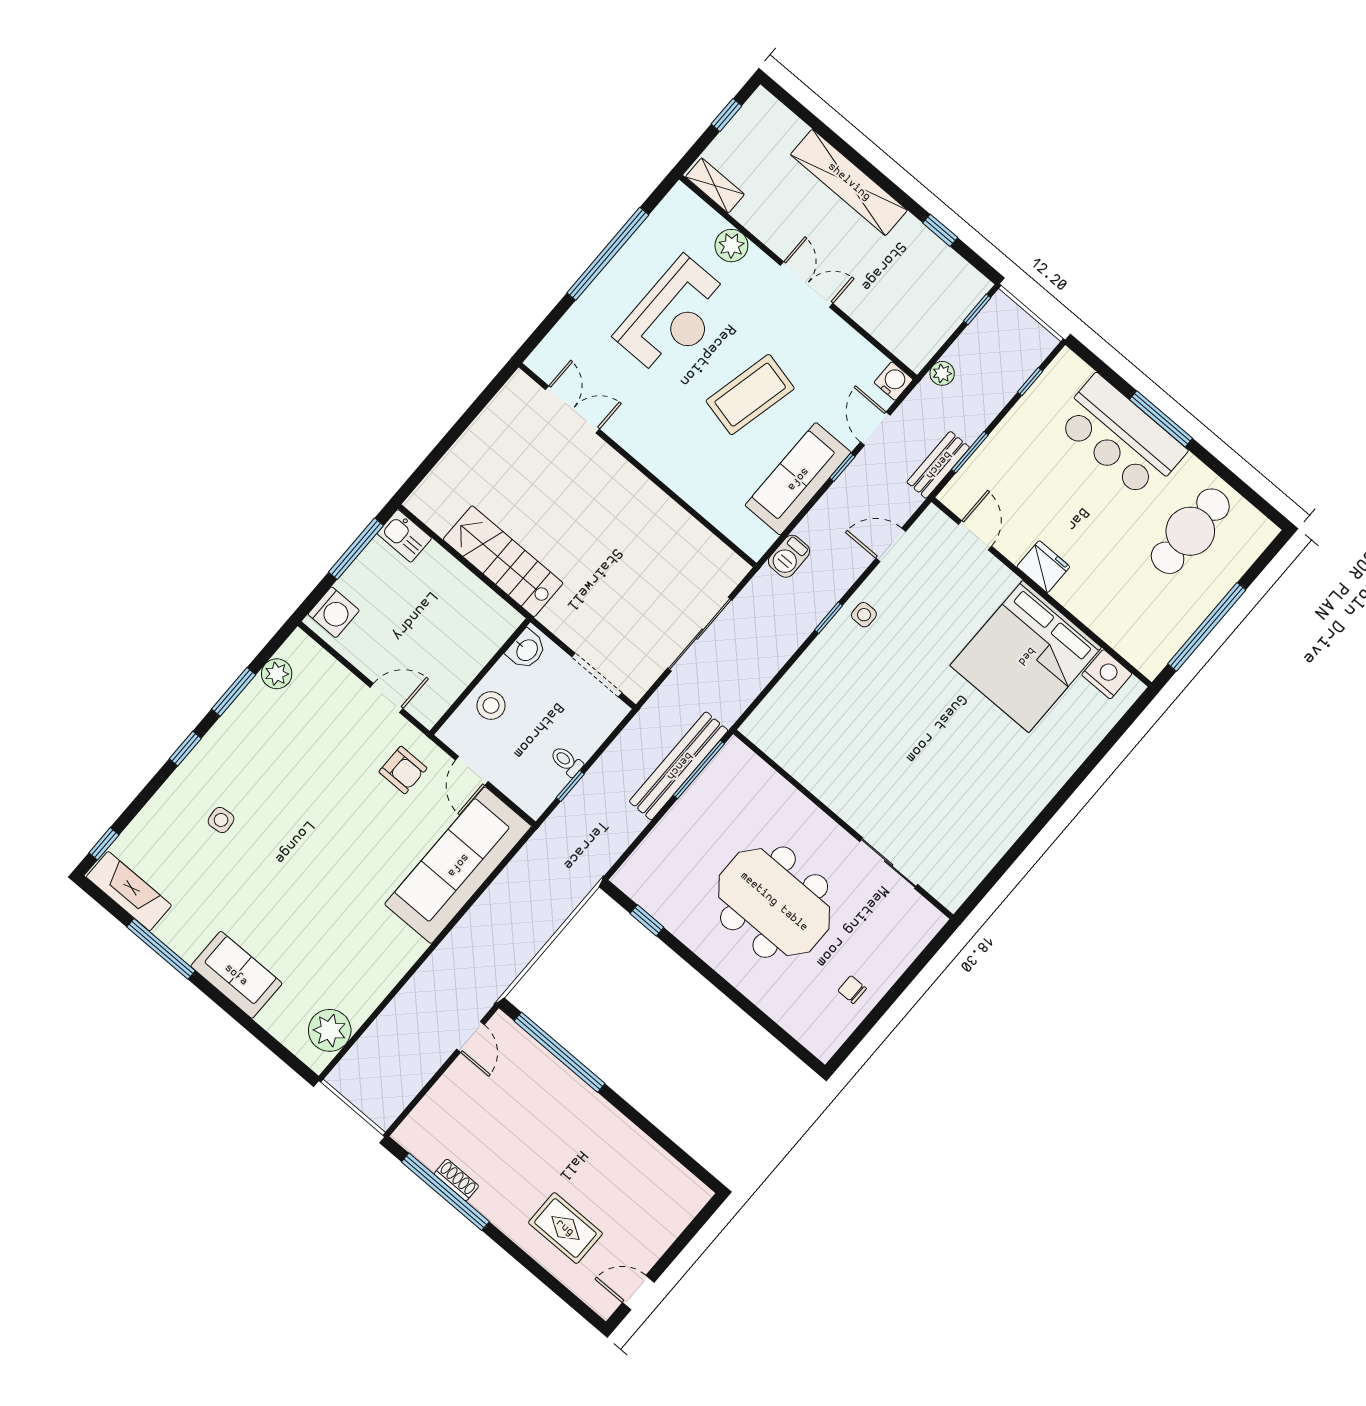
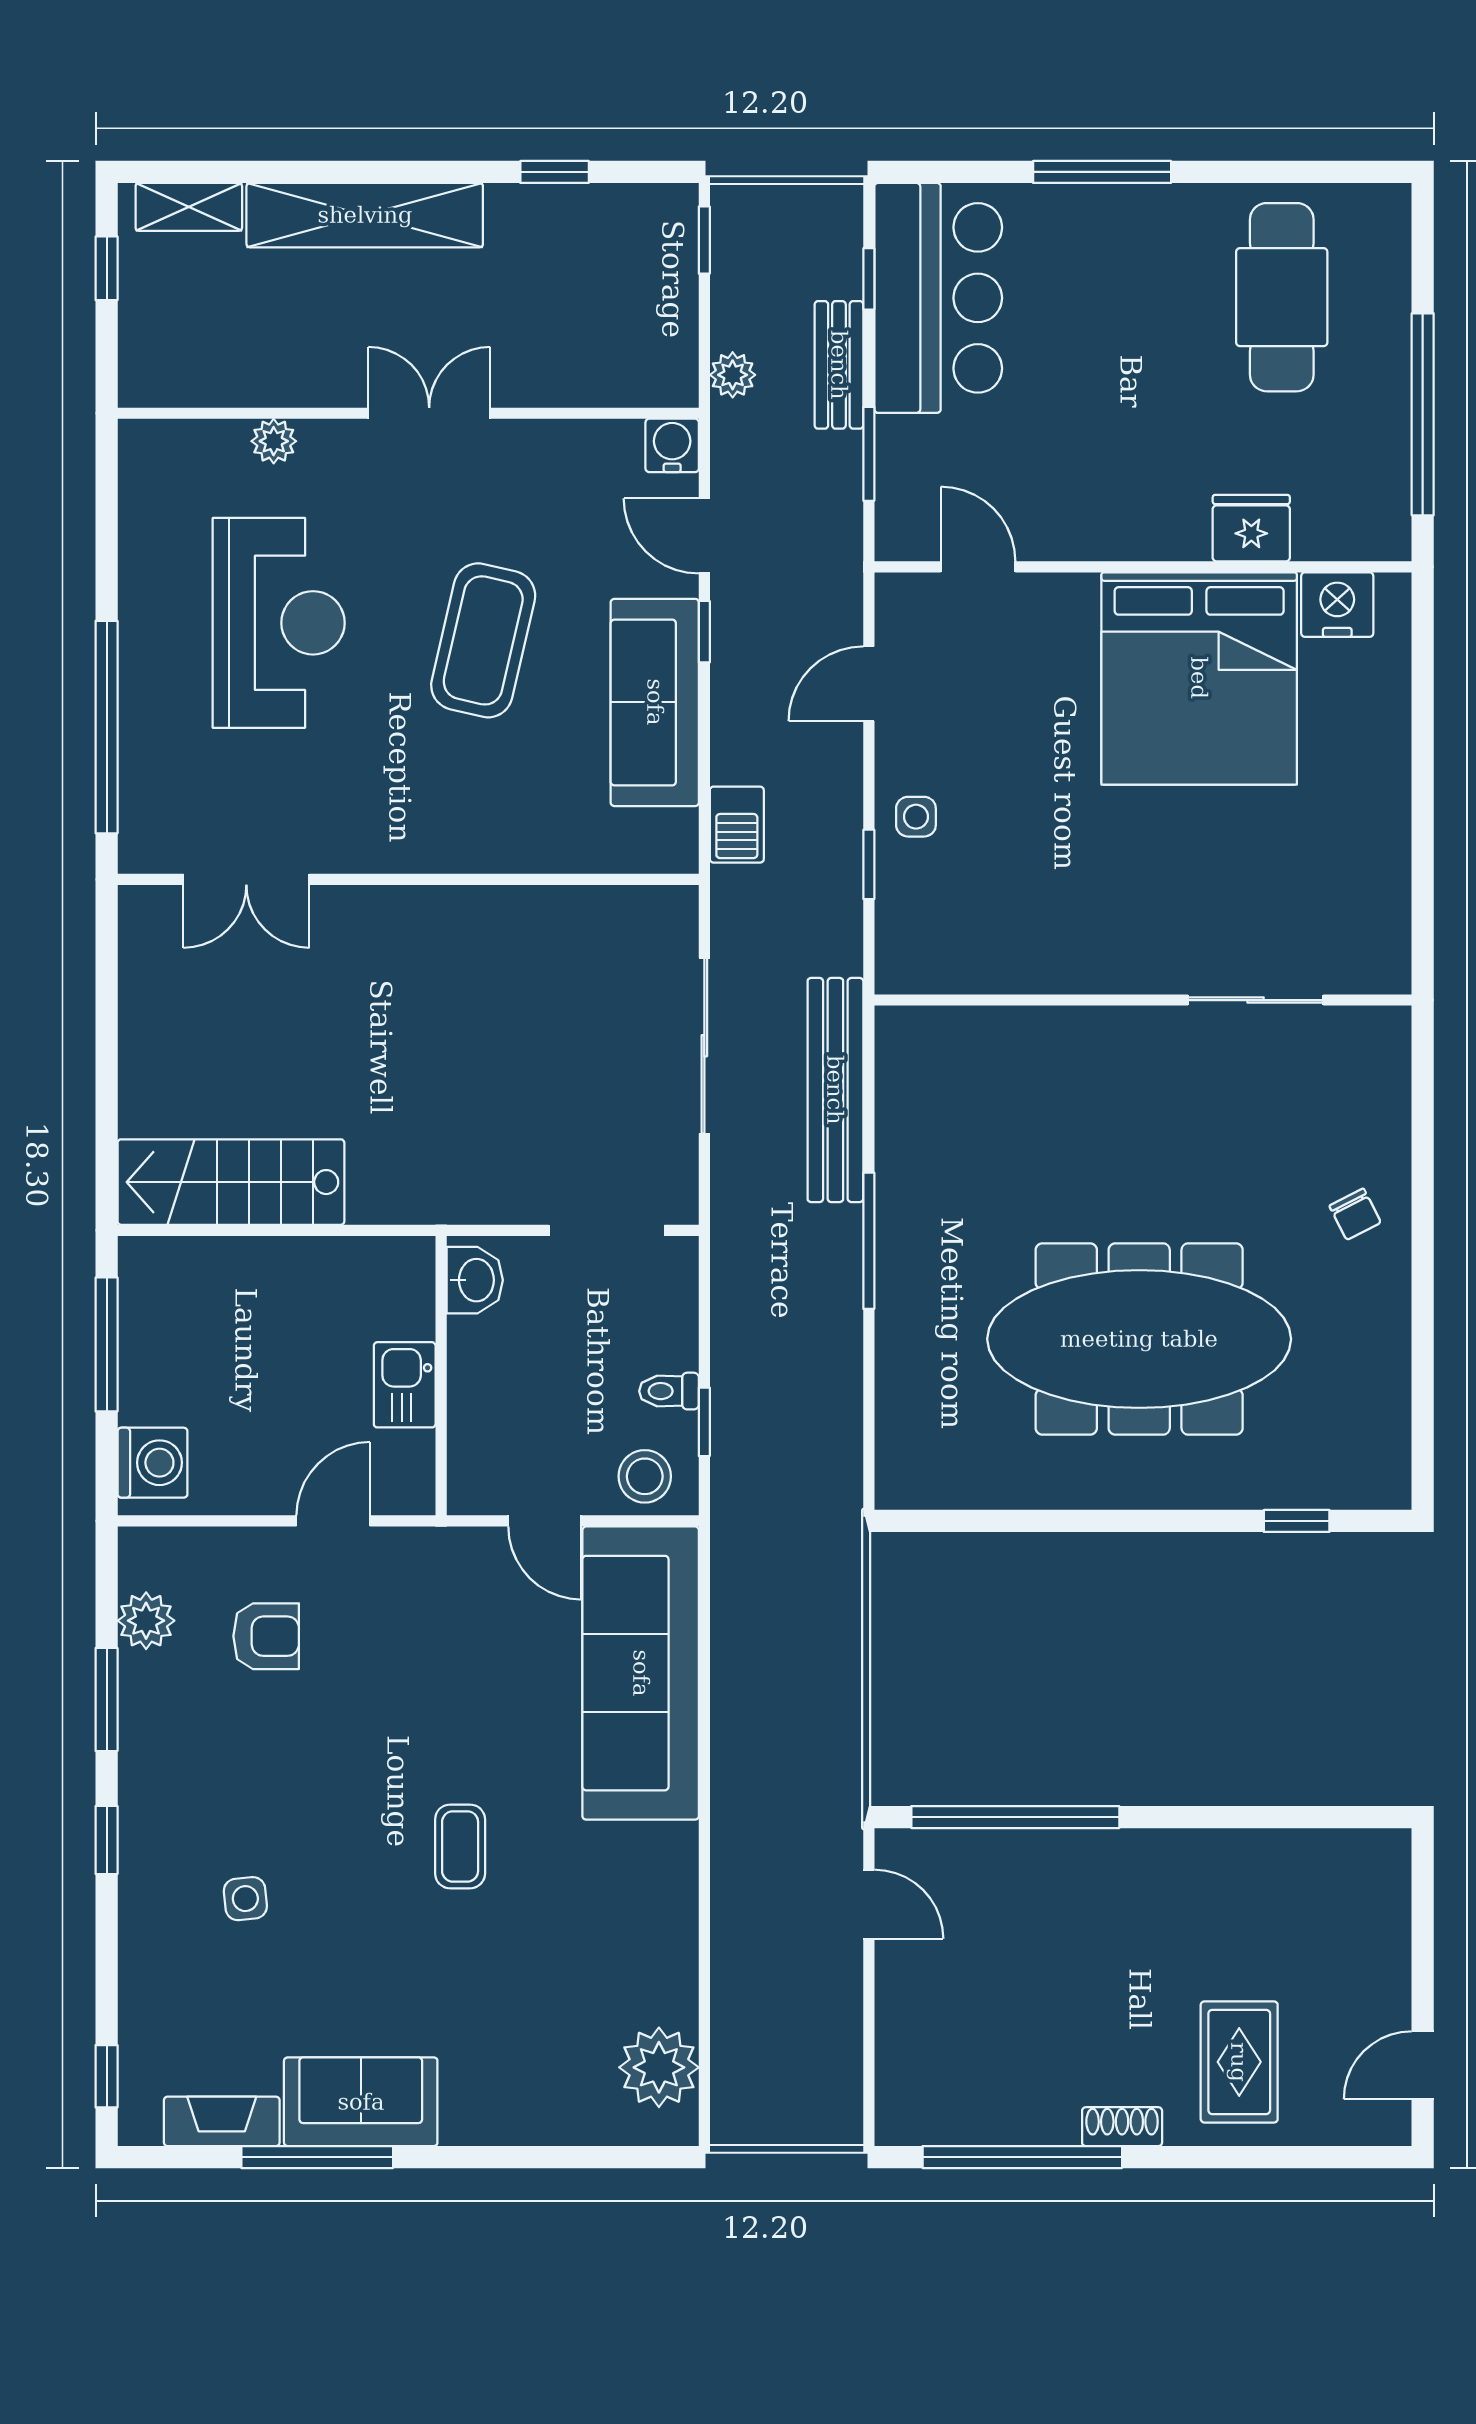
shelving: (715, 186) -> (189, 207), moved
plant: (731, 246) -> (274, 441), width x0.73, depth x0.73
window: (608, 254) -> (107, 727), moved
double door: (572, 409) -> (246, 879), swing flipped
bar counter: (1121, 437) -> (938, 298), moved, turned -90
bench: (938, 465) -> (839, 365), moved
kitchen sink: (404, 536) -> (405, 1385), moved, turned 90
stairs: (503, 561) -> (231, 1182), moved
fridge: (1043, 567) -> (1251, 528), moved
stool: (491, 706) -> (645, 1476), moved
bench: (679, 766) -> (835, 1090), moved
armchair: (403, 770) -> (266, 1636), moved
wall: (843, 824) -> (1143, 1000), moved
sliding door: (889, 863) -> (1256, 1000), moved
coffee table: (326, 873) -> (460, 1846), added
fireplace: (129, 891) -> (222, 2121), width x0.73, depth x0.76
meeting table: (774, 902) -> (1139, 1339), width x1.36
window: (647, 920) -> (1297, 1521), moved
sofa: (236, 975) -> (361, 2102), moved
chair: (852, 990) -> (1355, 1214), moved, turned -117
shoe rack: (456, 1180) -> (1122, 2127), moved
rug: (565, 1228) -> (1239, 2062), turned 90

